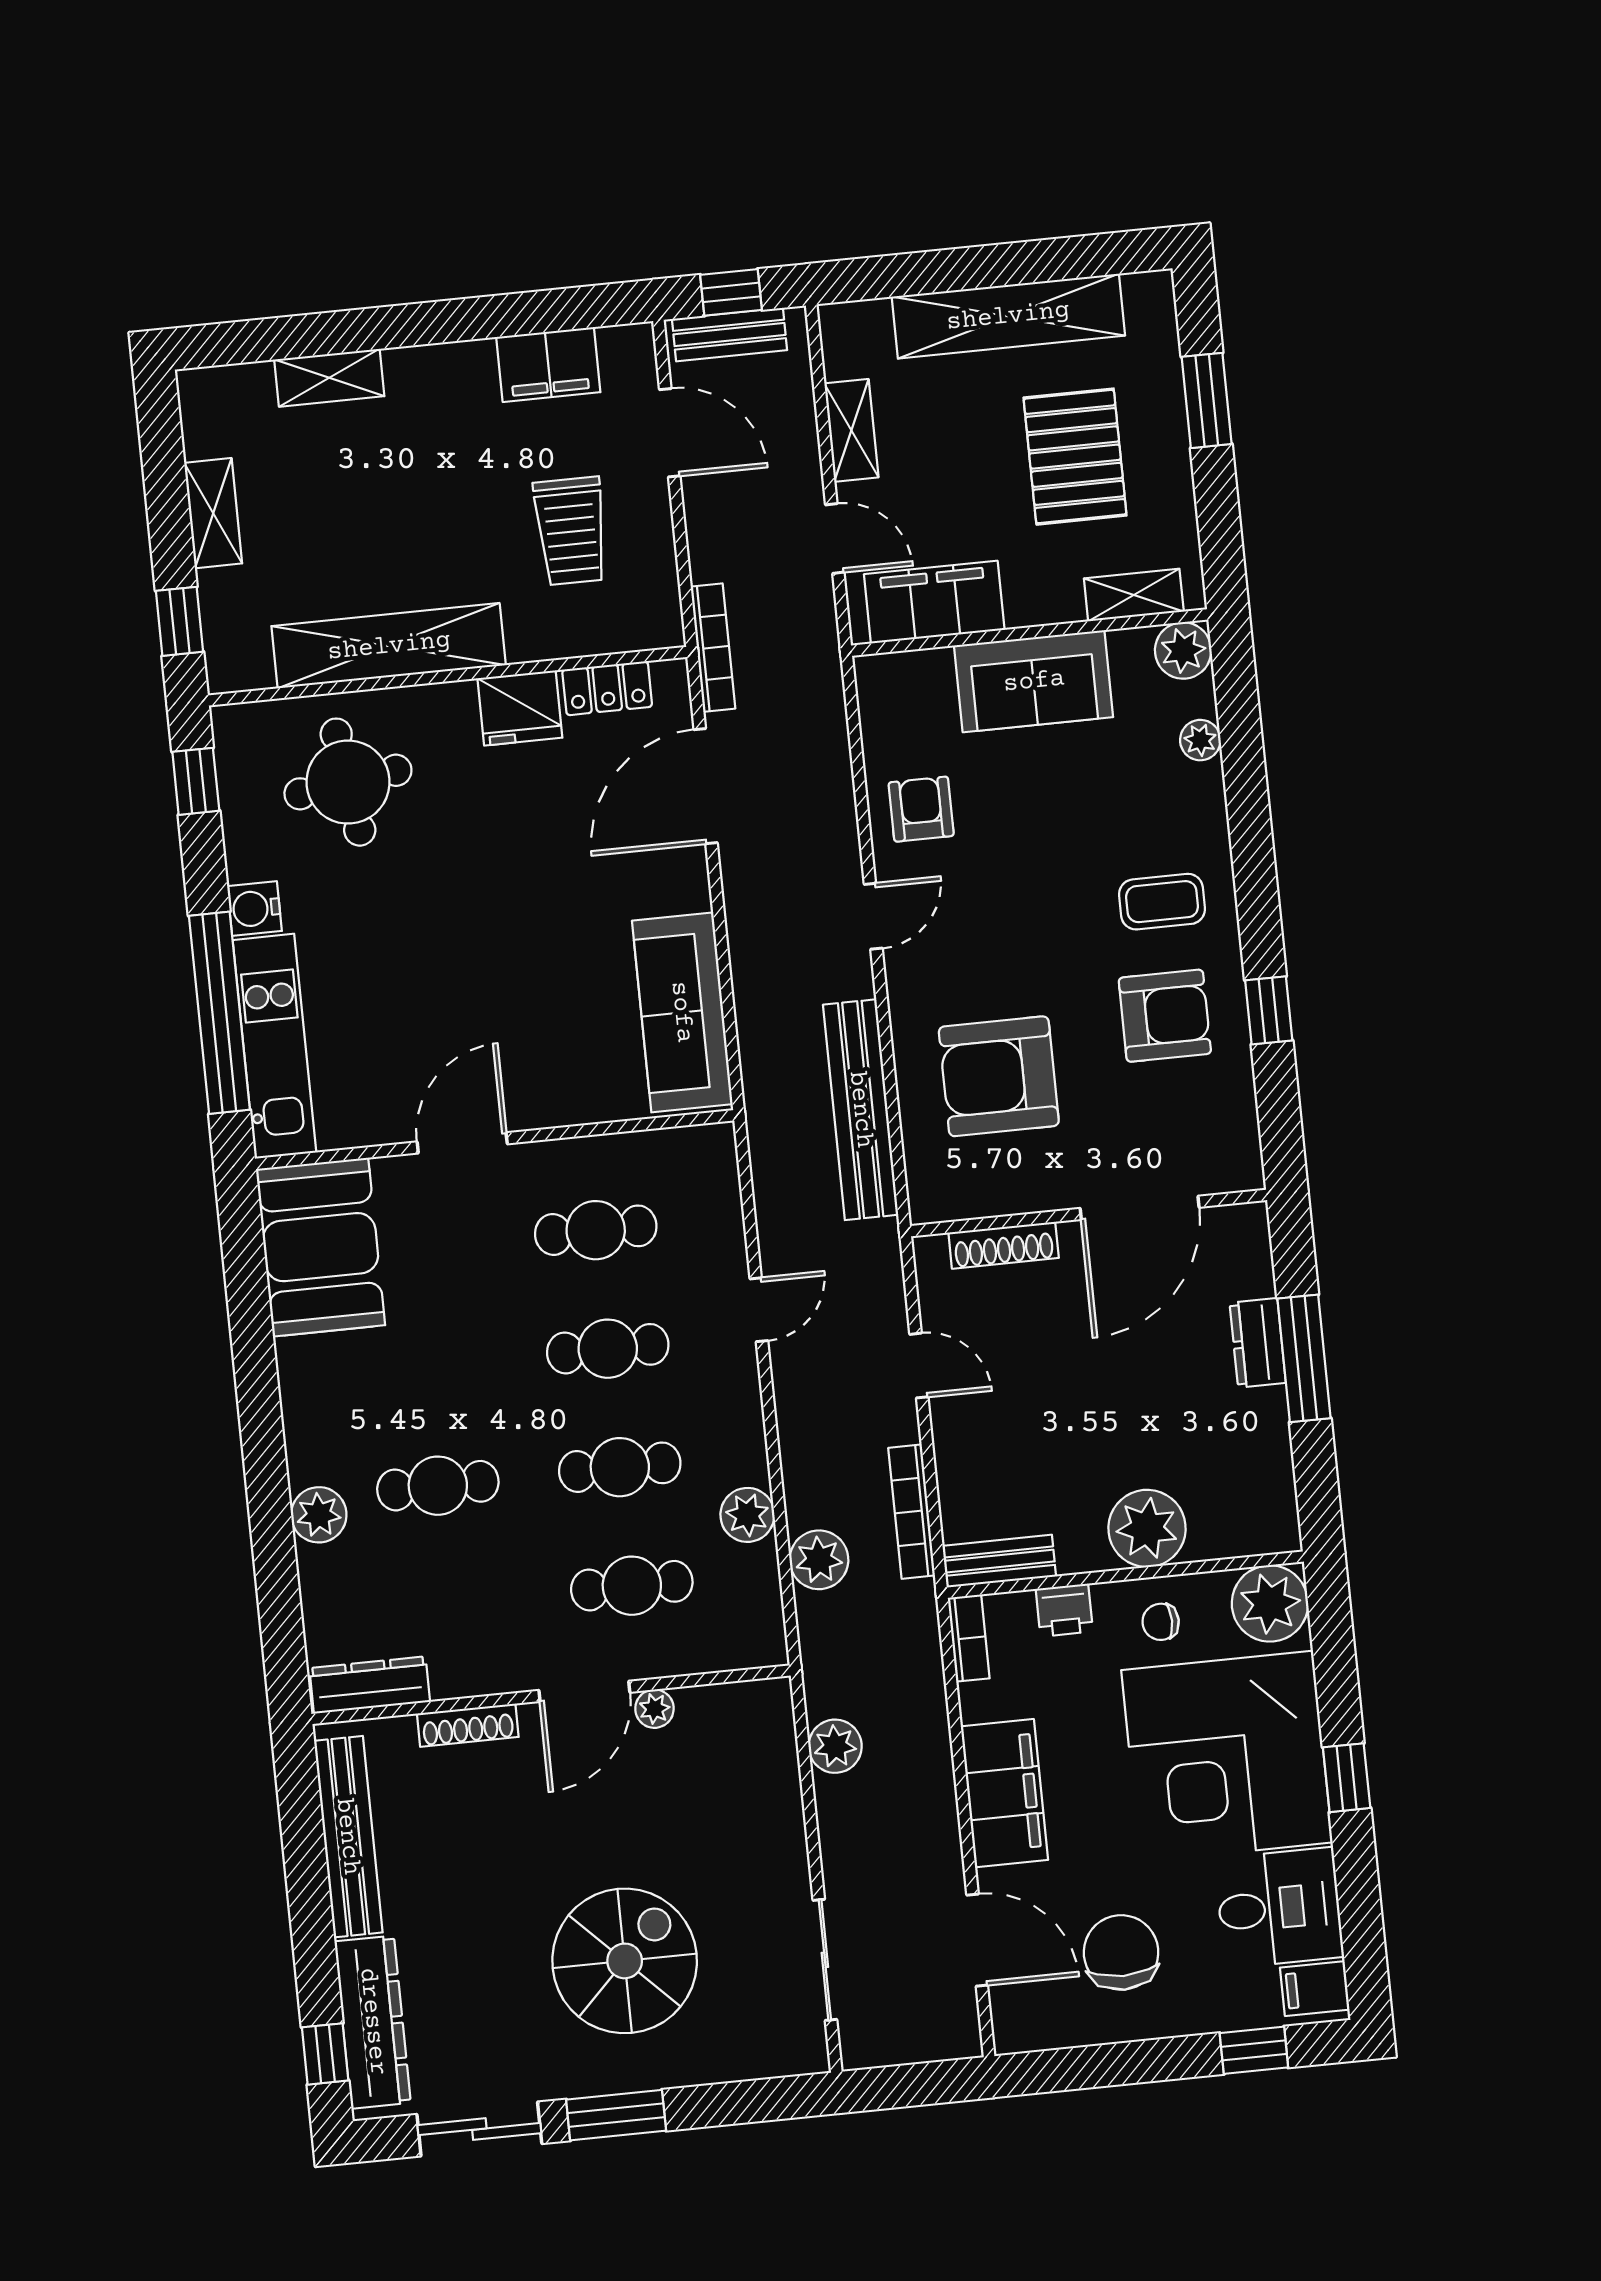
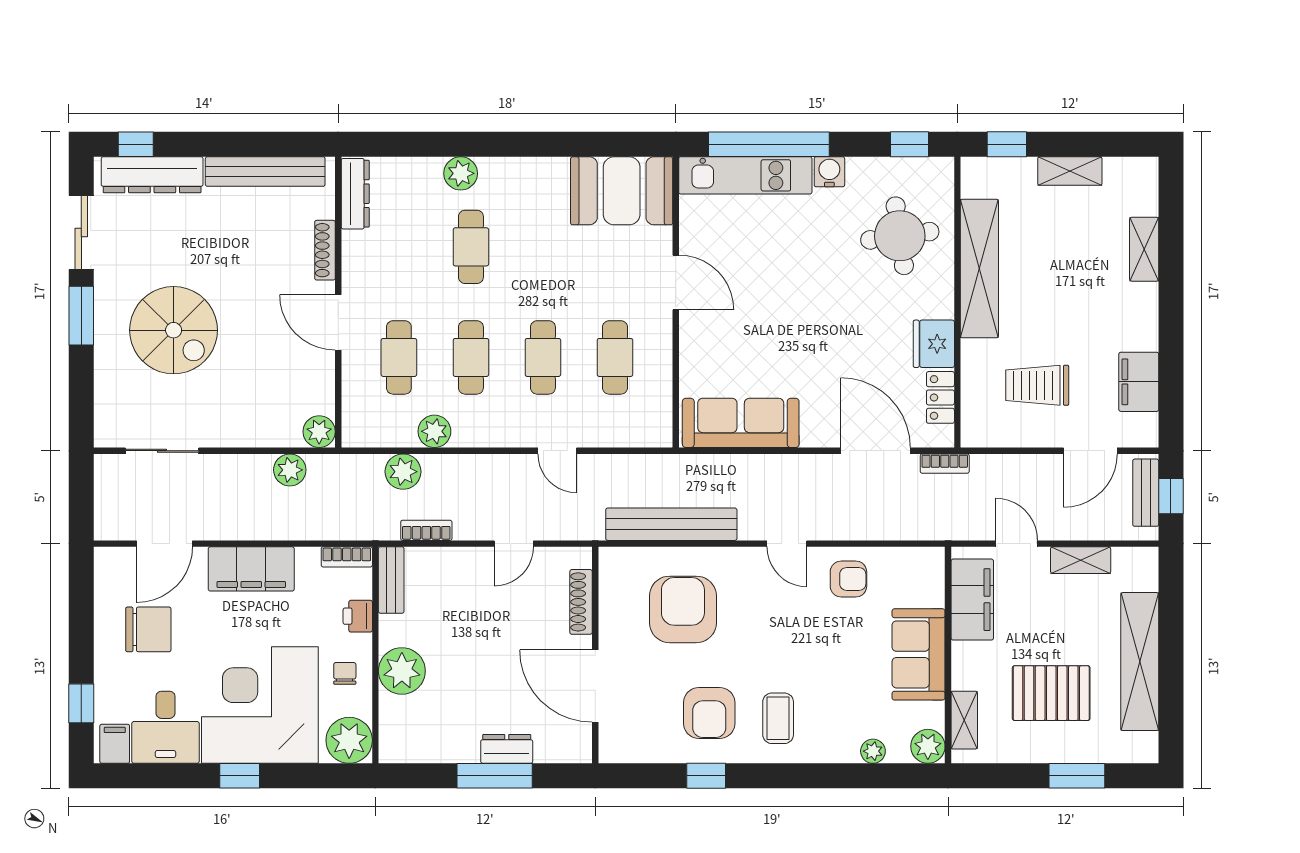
door: (835, 539) -> (1017, 544), swing flipped
bookcase: (713, 648) -> (945, 464), width x0.64
bookcase: (912, 1512) -> (426, 530), width x0.64
plant: (654, 1709) -> (319, 432), moved, width x1.38, depth x1.38

